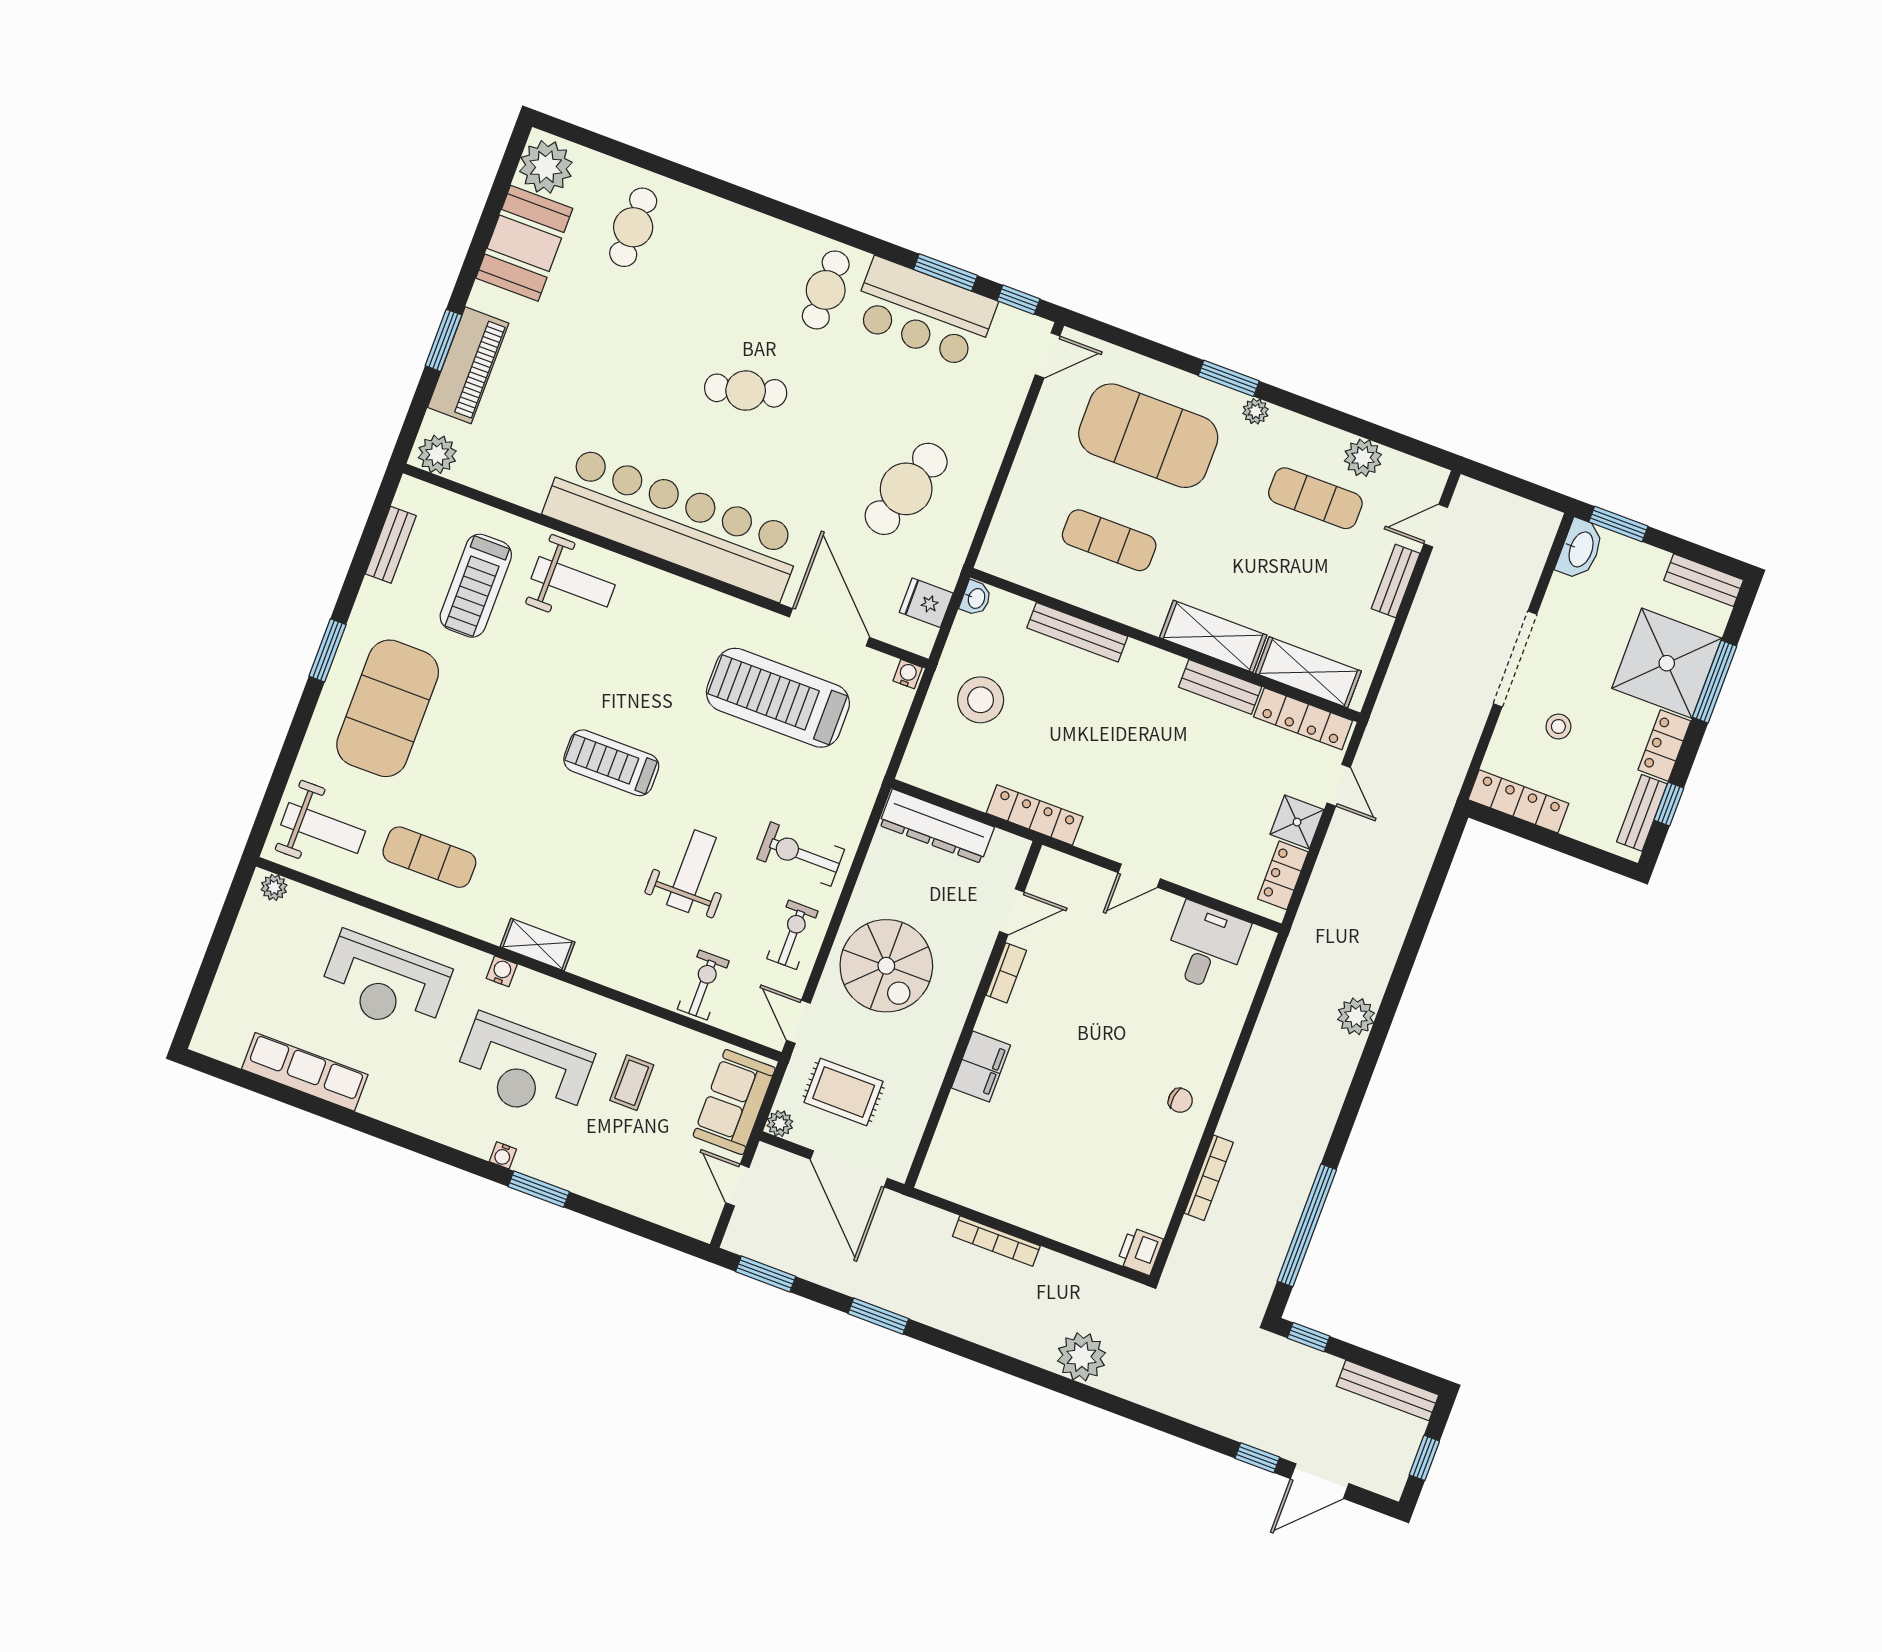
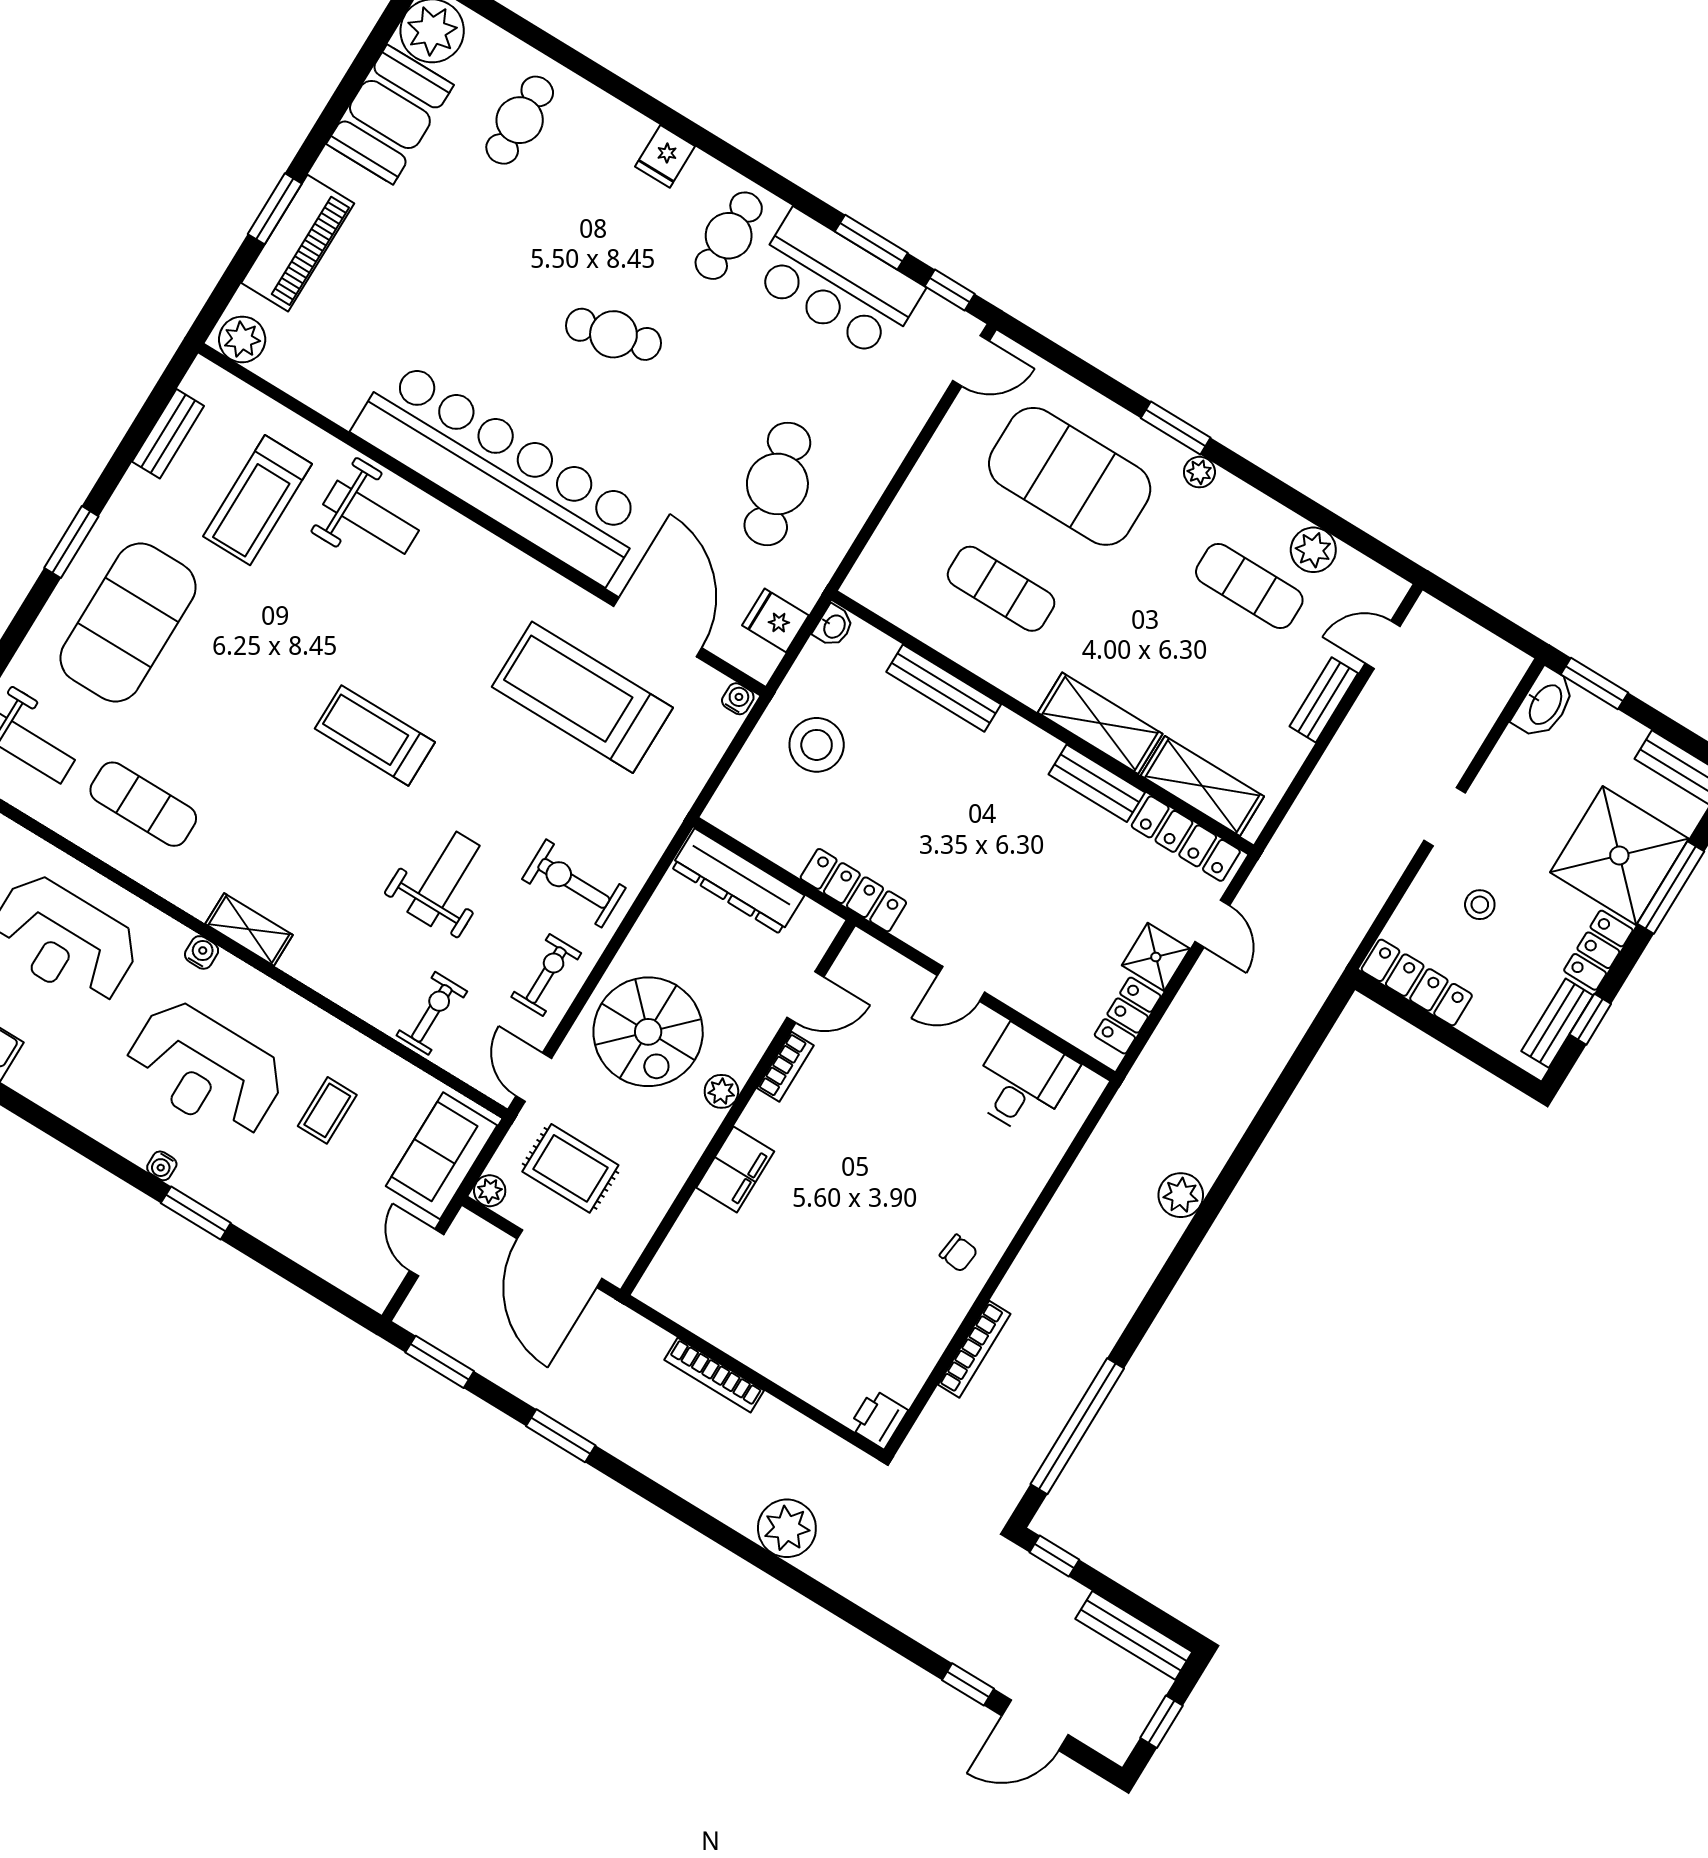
fridge: (760, 234) -> (665, 156), added
cafe table: (906, 489) -> (777, 484), turned -35
doorway: (1515, 659) -> (1445, 817), width x0.53
plant: (957, 1004) -> (721, 1091), added

